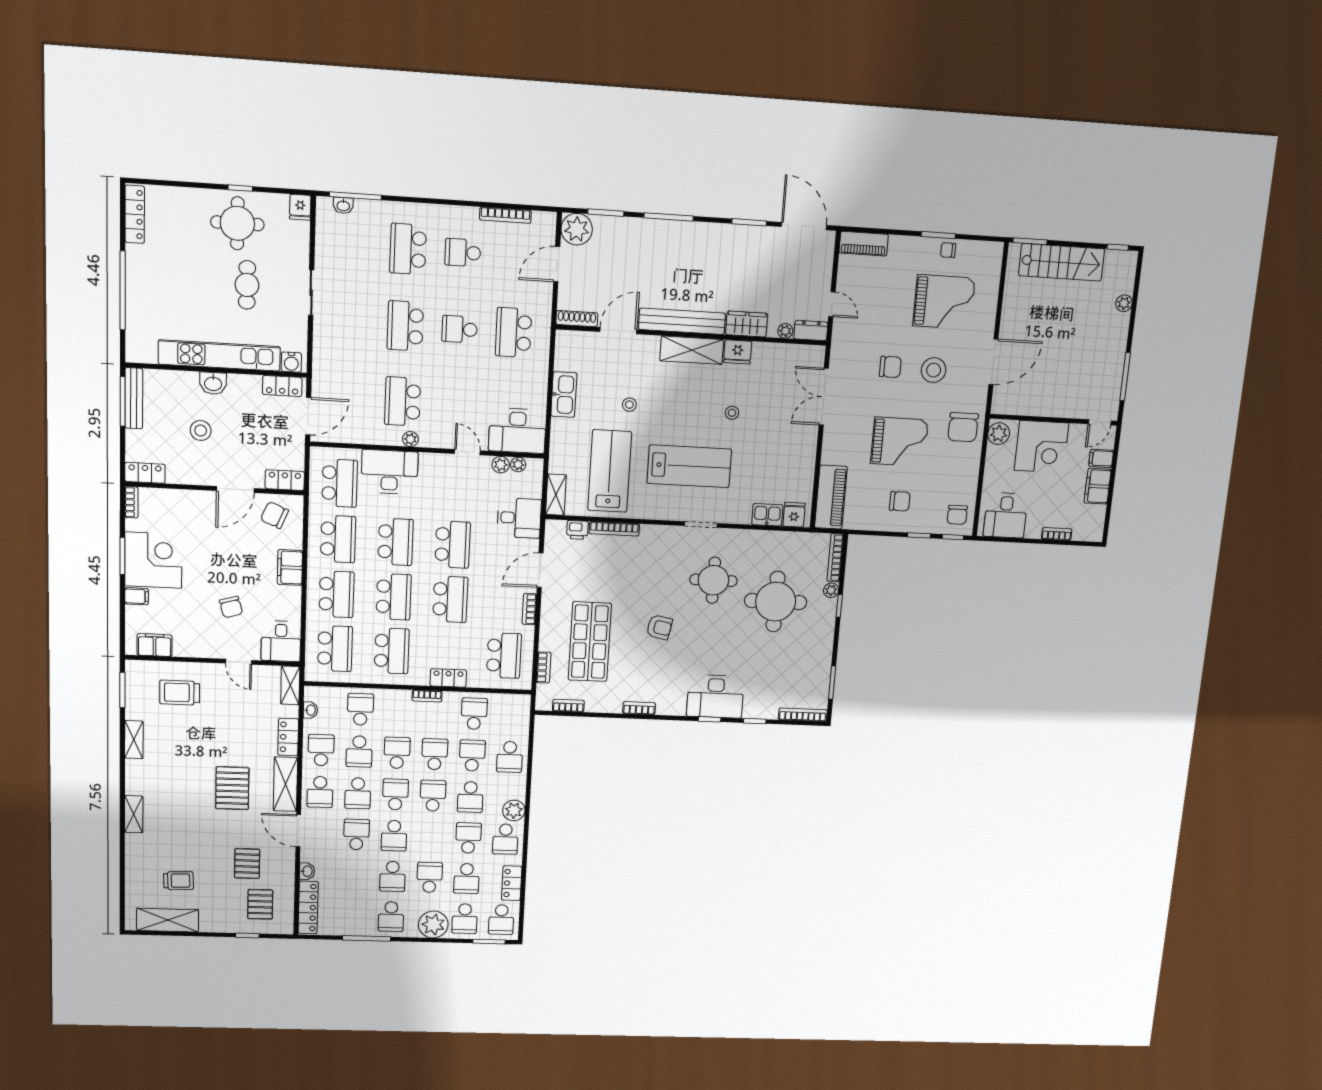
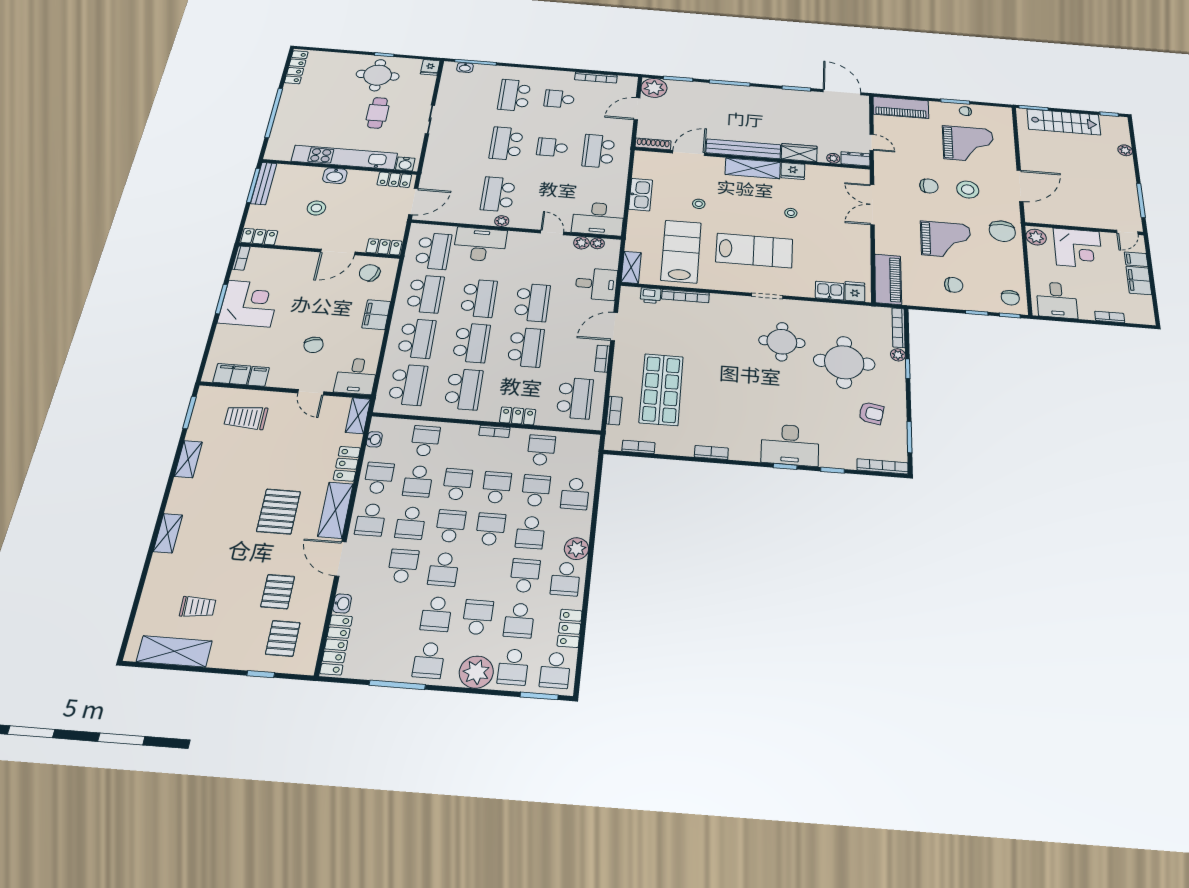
piano: (864, 244) -> (901, 107), width x1.37, depth x1.33
filing cabinet: (137, 596) -> (259, 376), moved, turned -90
armchair: (659, 627) -> (871, 413), moved

